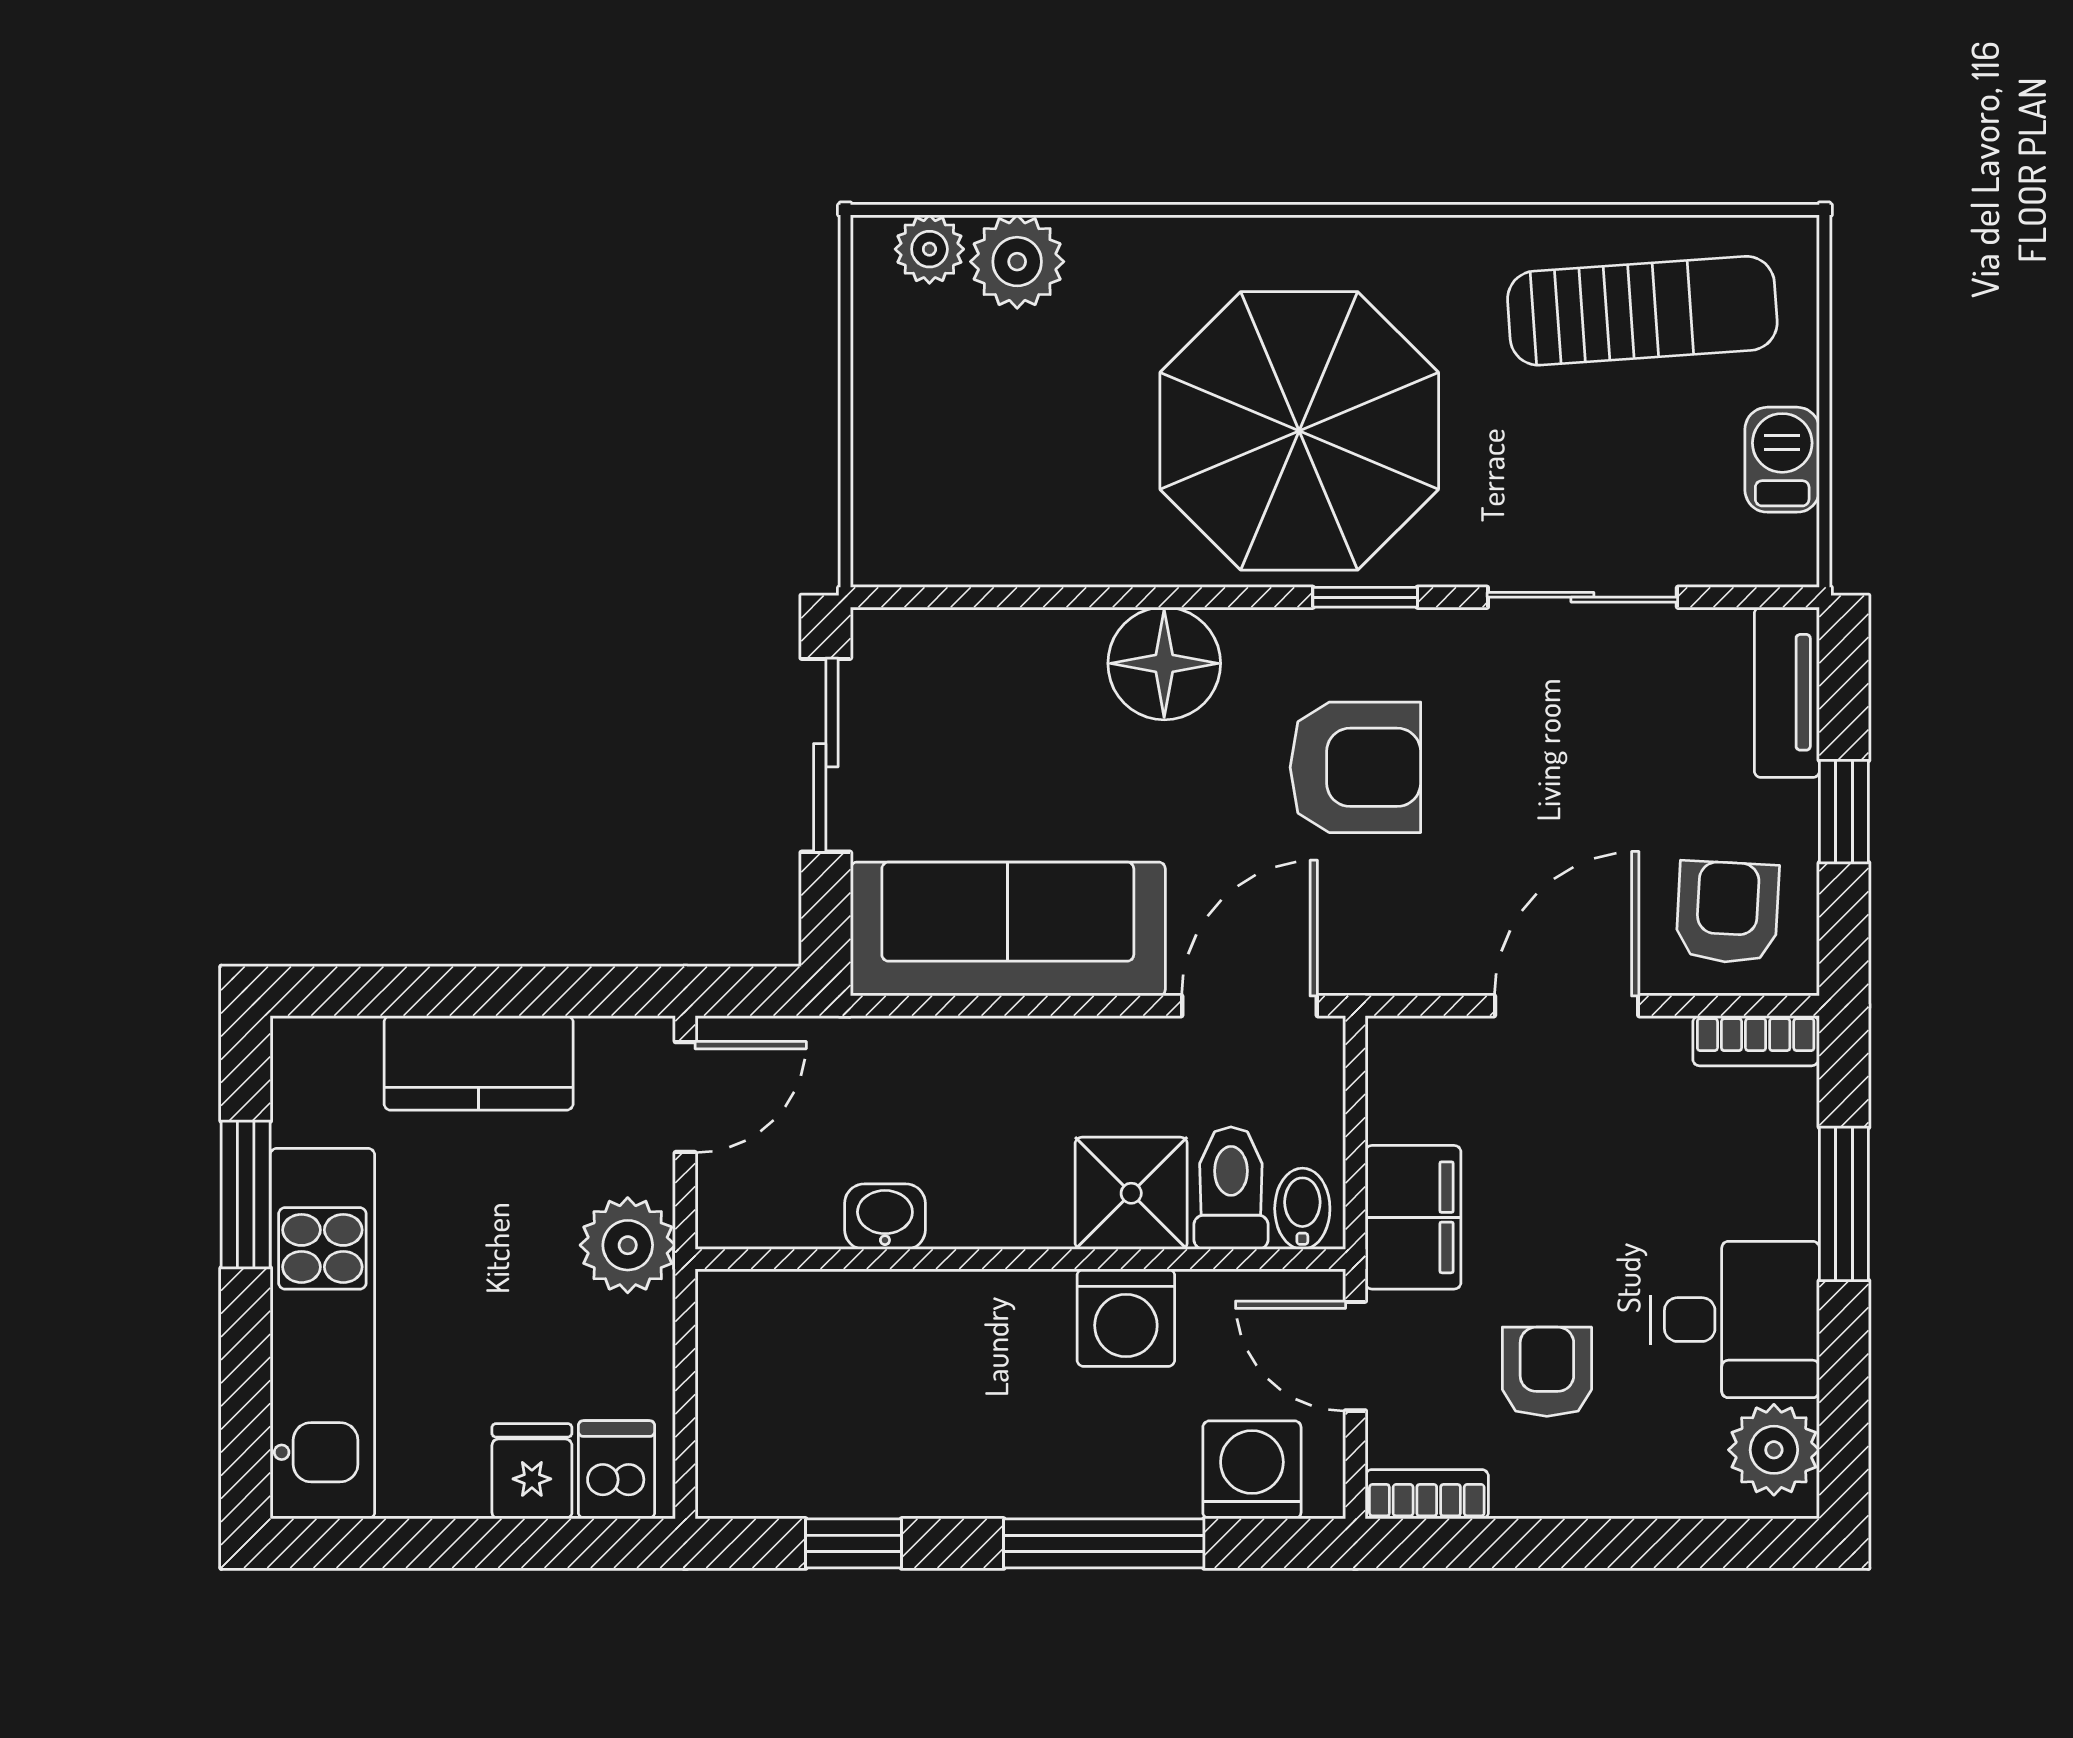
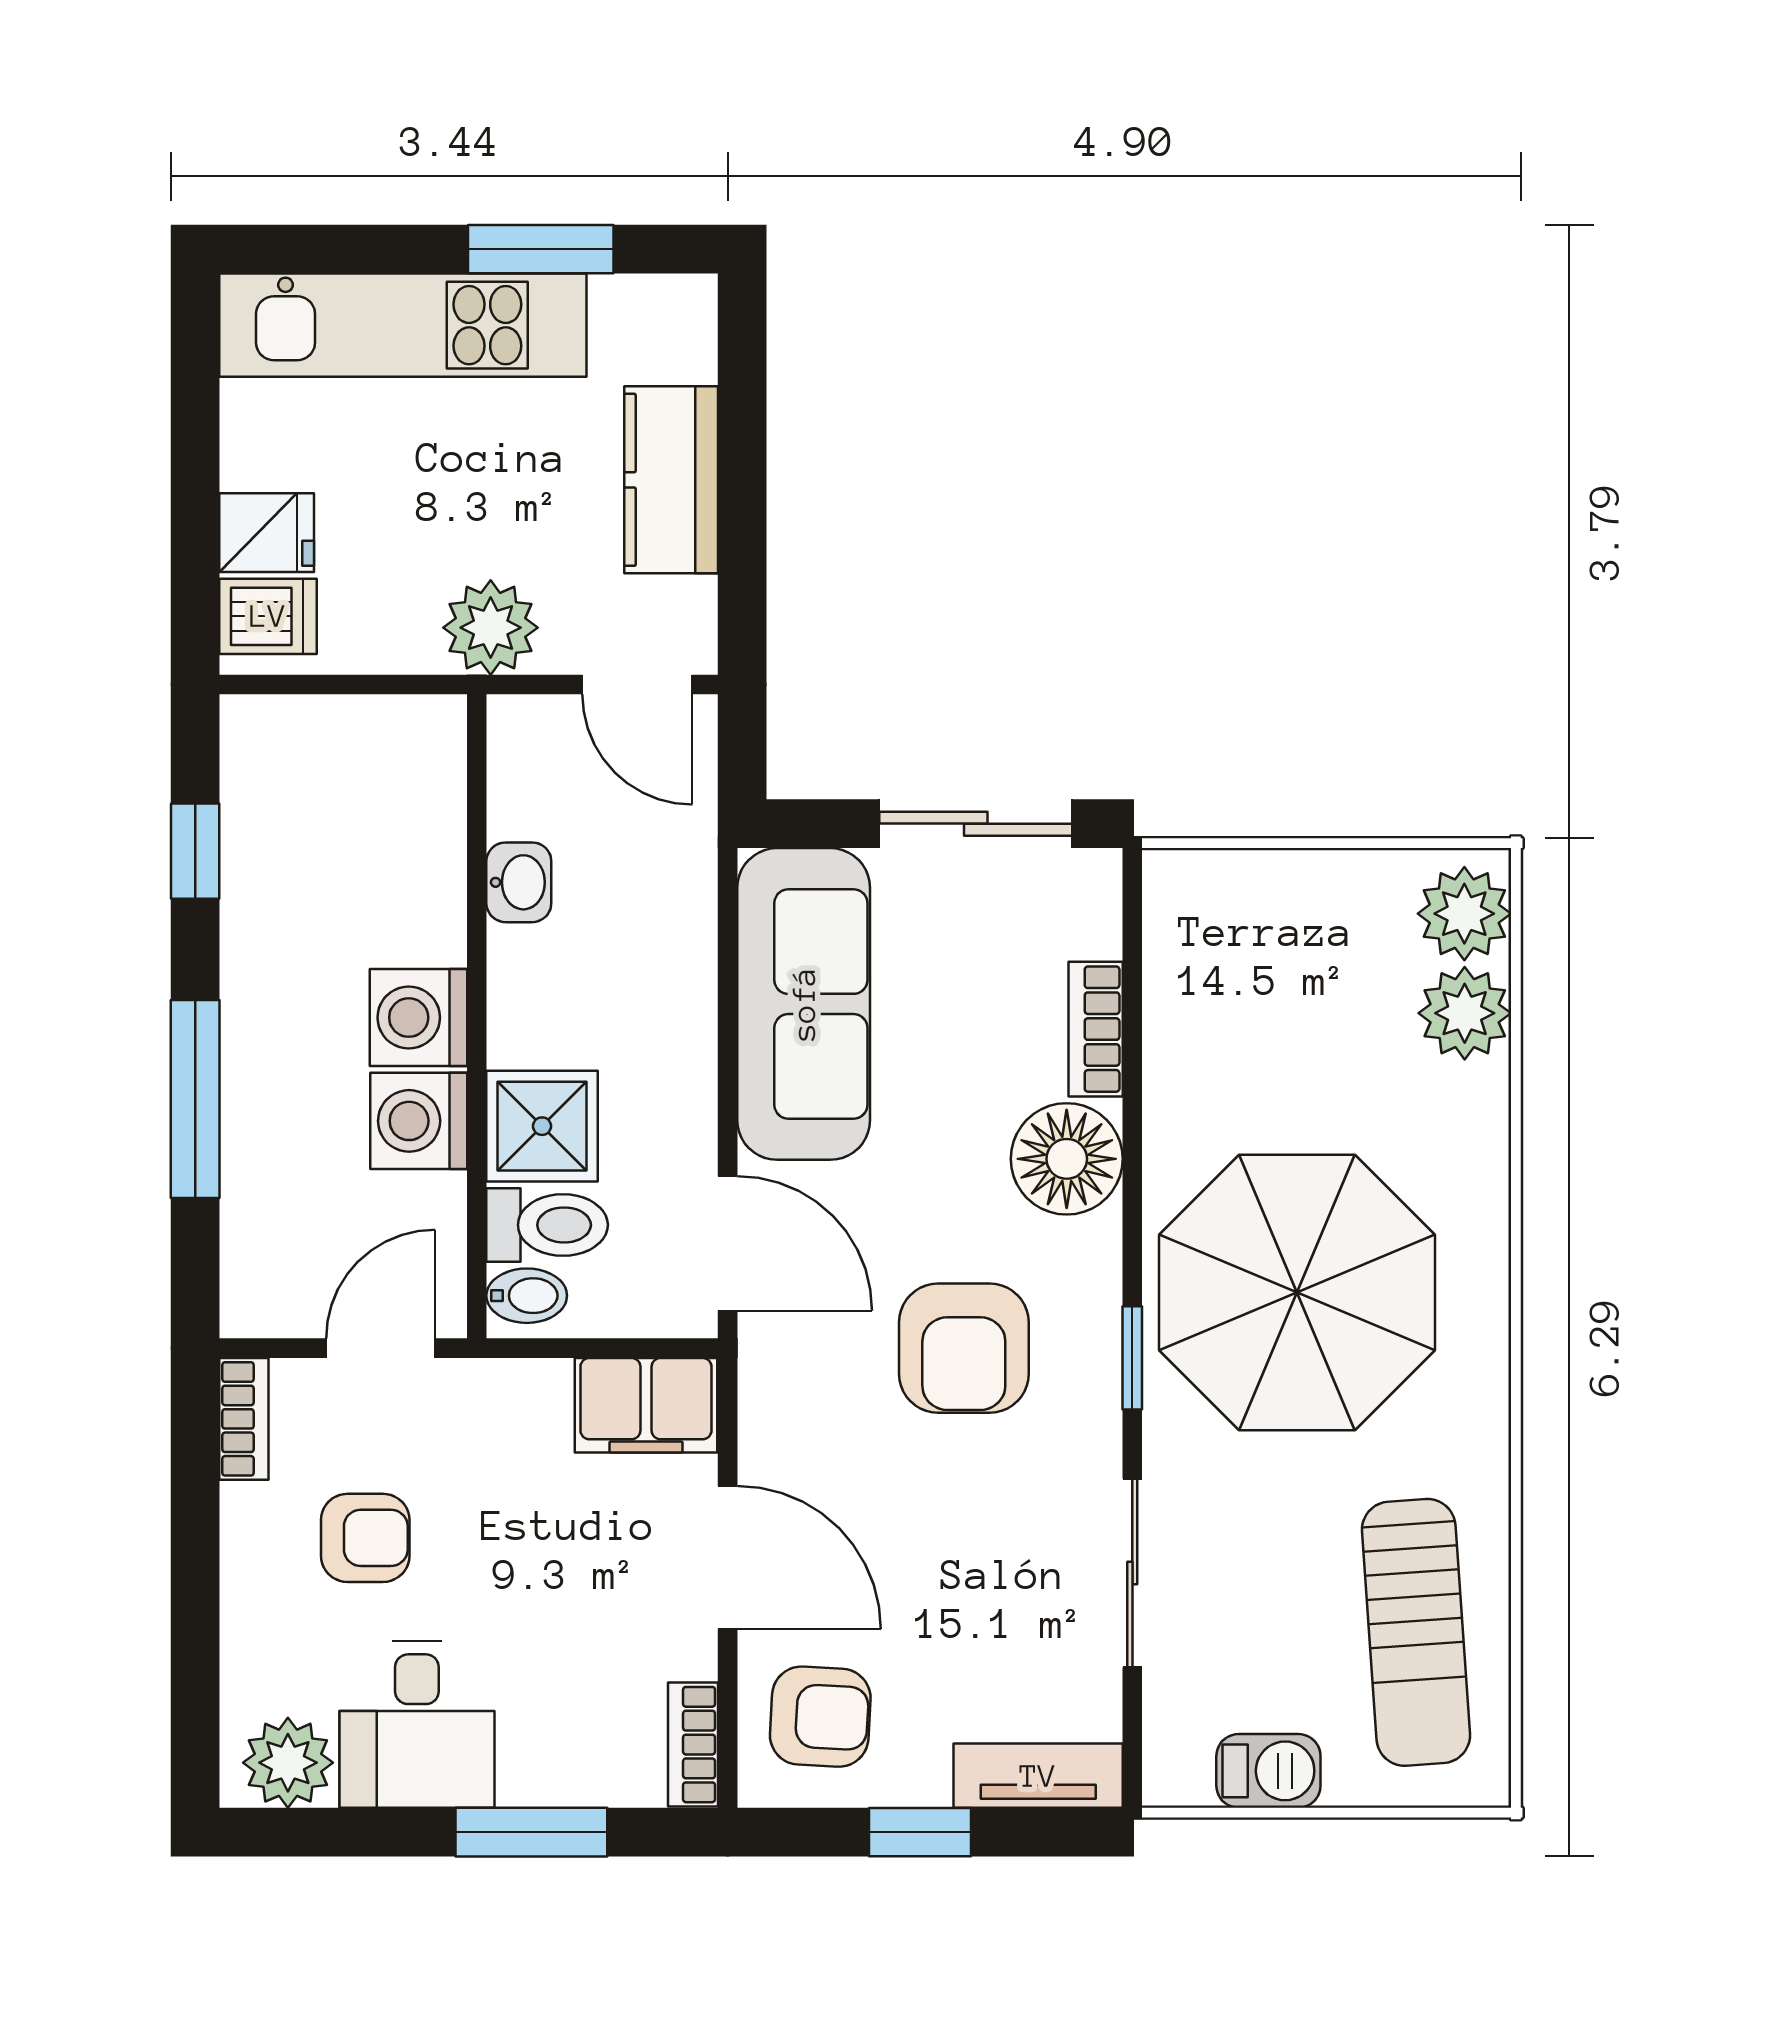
plant: (929, 249) -> (1464, 914), width x1.38, depth x1.38
bookcase: (1033, 634) -> (1096, 1029), added
filing cabinet: (1413, 1217) -> (646, 1405), moved
washing machine: (1252, 1470) -> (418, 1018), moved, turned 180

